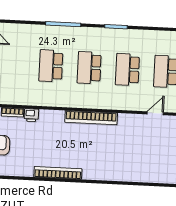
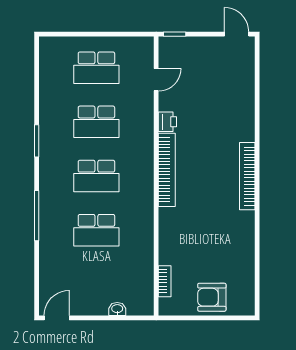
door: (155, 113) -> (156, 80), swing flipped
printer: (31, 115) -> (167, 122), moved
bookcase: (58, 173) -> (247, 176), moved

